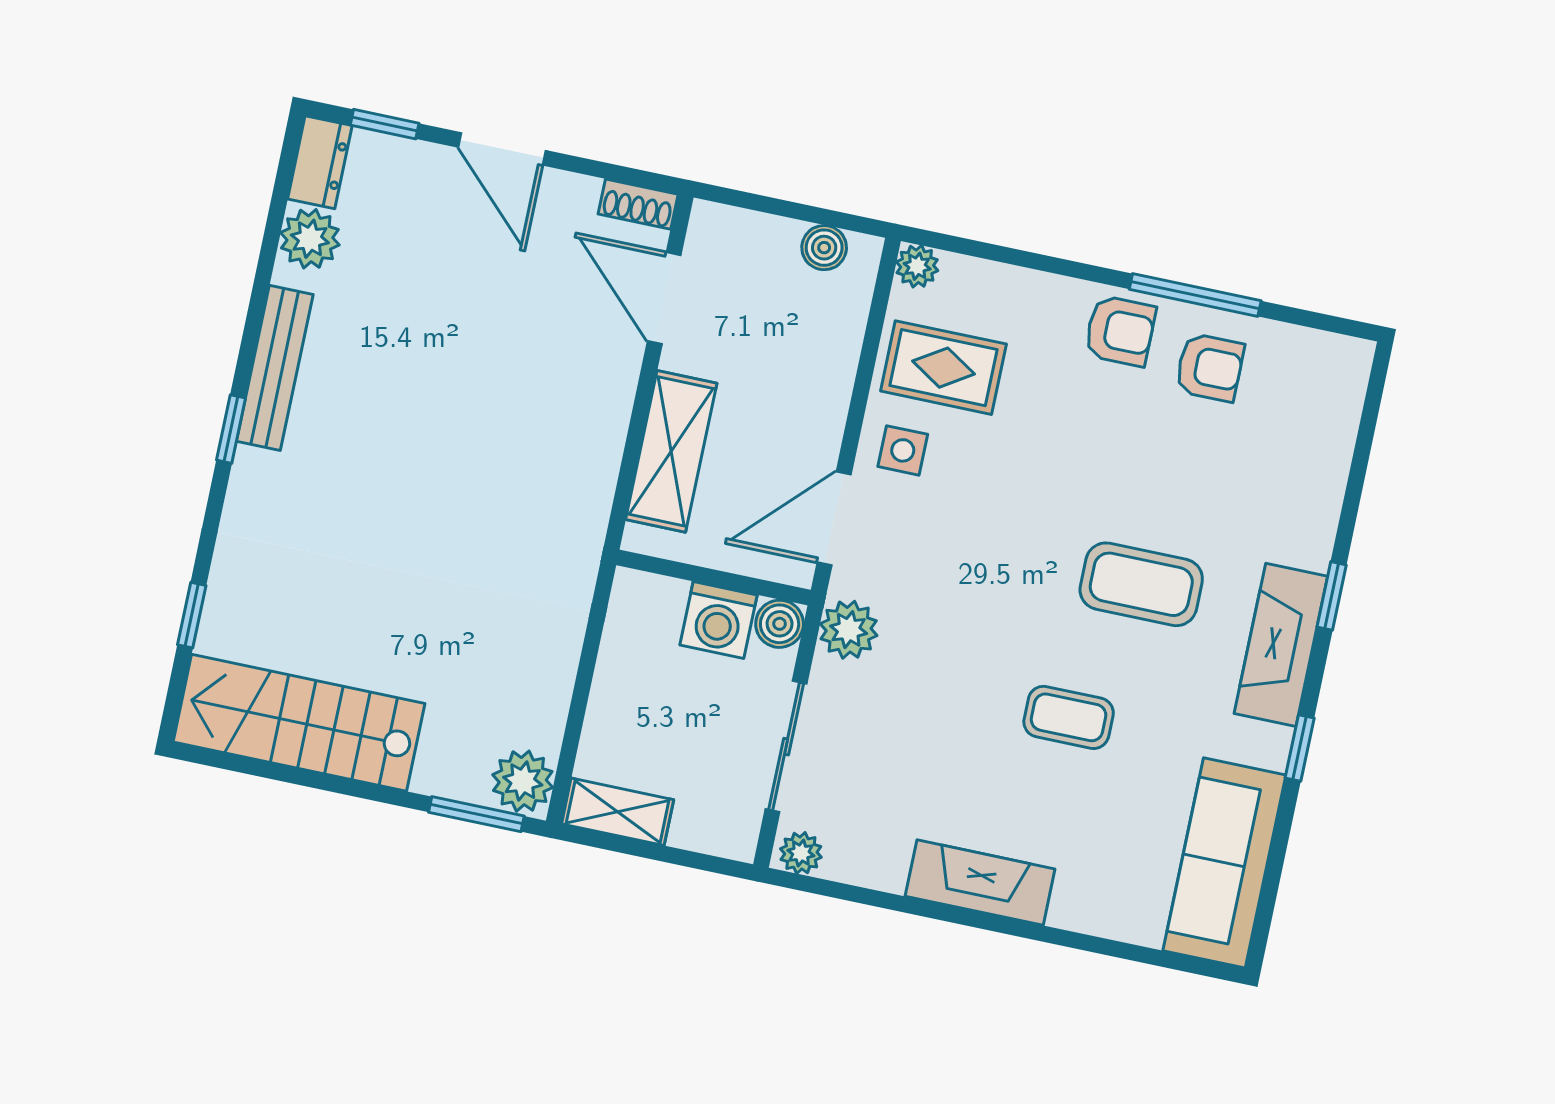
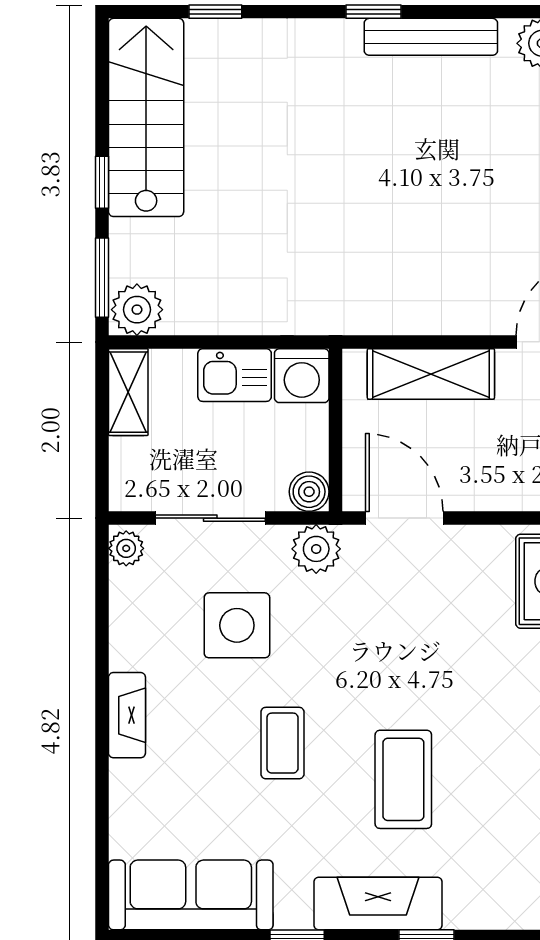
side table: (903, 450) -> (237, 625), moved, width x1.87, depth x1.87
washing machine: (718, 620) -> (302, 376), moved, turned -90
kitchen sink: (624, 683) -> (235, 375), added
window: (364, 791) -> (102, 182), added
fireplace: (980, 883) -> (127, 715), width x0.73, depth x0.76

